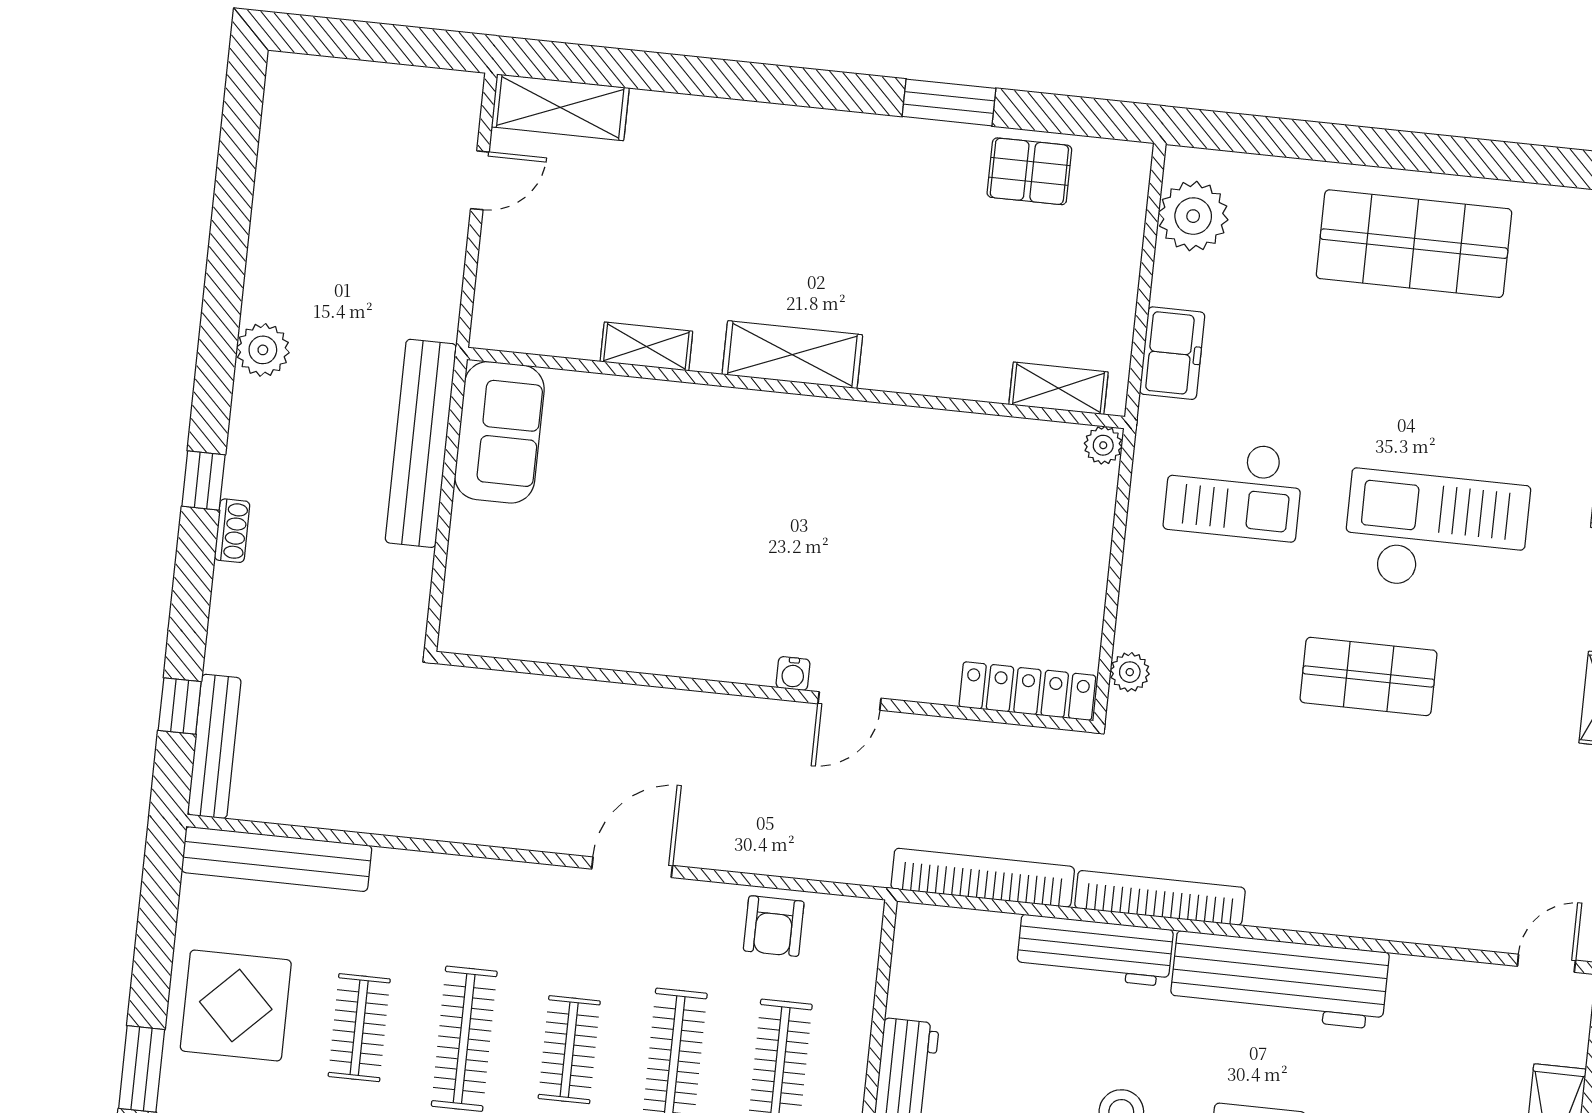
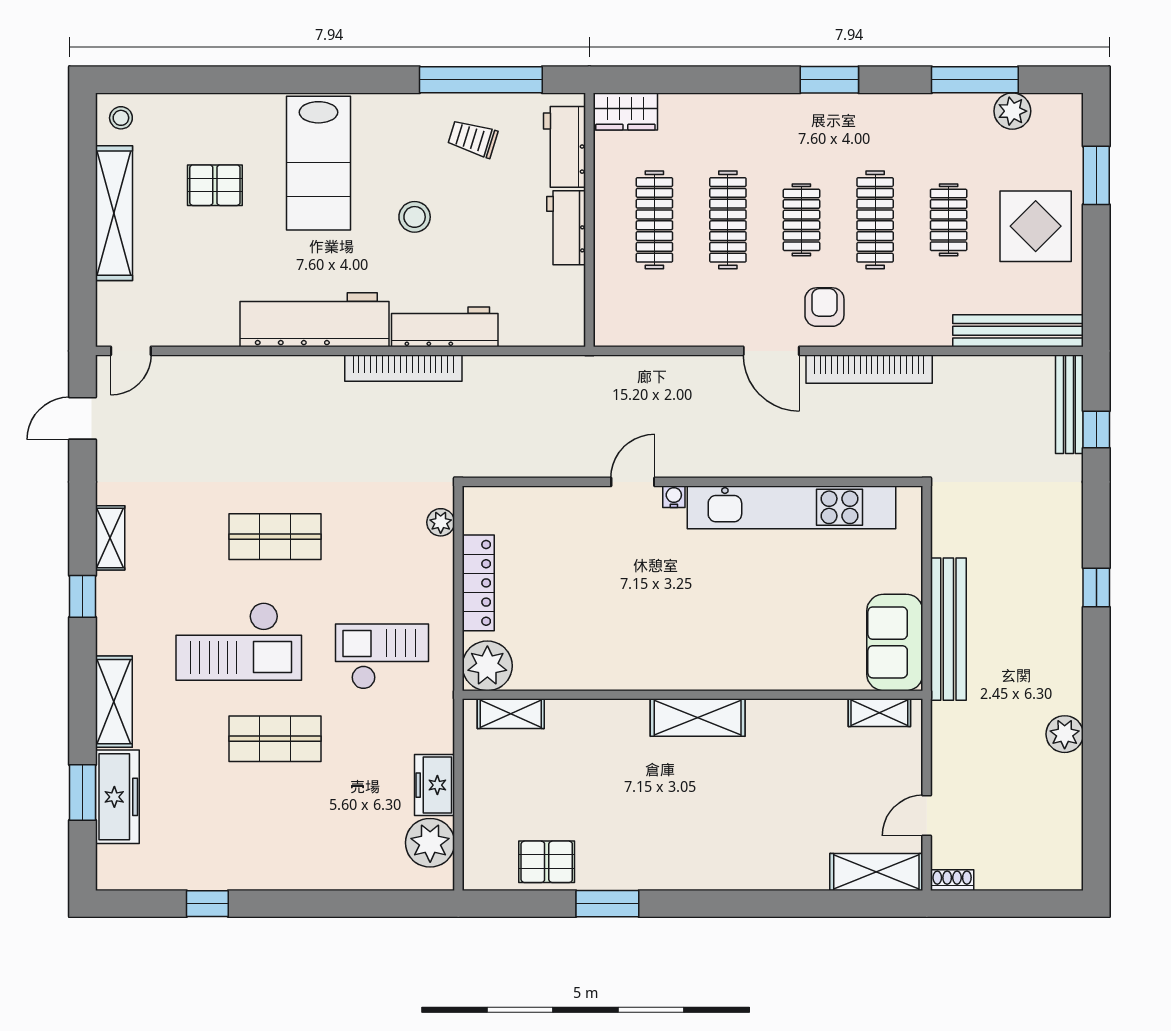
window: (1520, 163) -> (207, 904), added
shop shelf: (1414, 244) -> (275, 739), moved, width x0.70, depth x0.74
shelving: (646, 346) -> (879, 713), moved
plant: (263, 350) -> (1065, 734), moved
freezer: (1172, 353) -> (435, 785), moved
plant: (1103, 445) -> (487, 666), width x1.88, depth x1.88
shoe rack: (232, 531) -> (952, 880), moved, turned 90
kitchen unit: (627, 641) -> (792, 507), added
locker: (1027, 691) -> (478, 583), moved, turned -90
door: (632, 867) -> (771, 351), hinge flipped
bookcase: (983, 878) -> (869, 369), moved
armchair: (774, 926) -> (824, 307), moved

